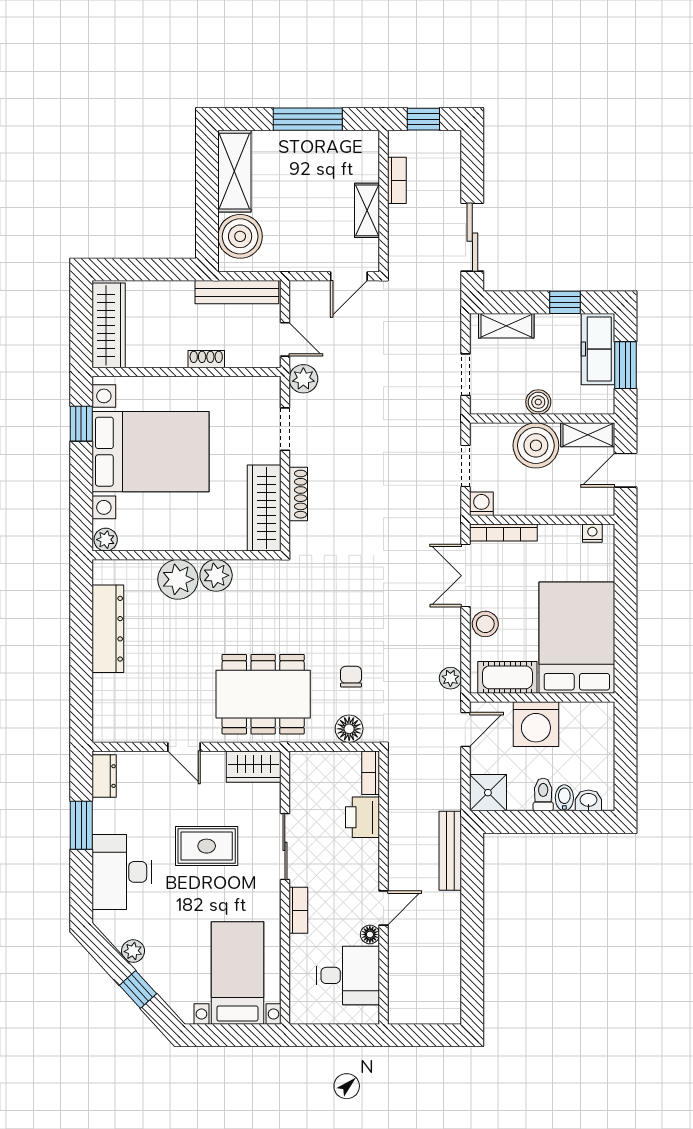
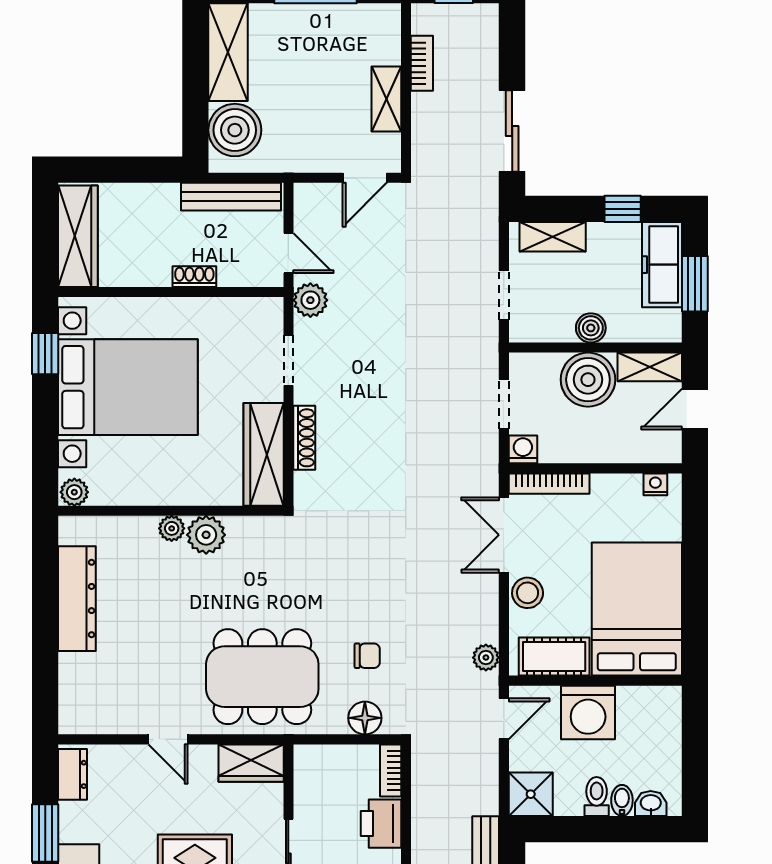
plant: (178, 579) -> (172, 528), width x0.53, depth x0.53
chair: (351, 677) -> (367, 656), turned 90

